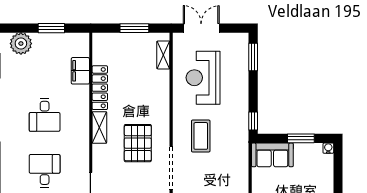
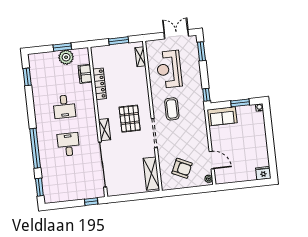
double door: (201, 28) -> (176, 34), moved
plant: (21, 43) -> (66, 57), moved
shelving: (99, 127) -> (105, 130), moved

